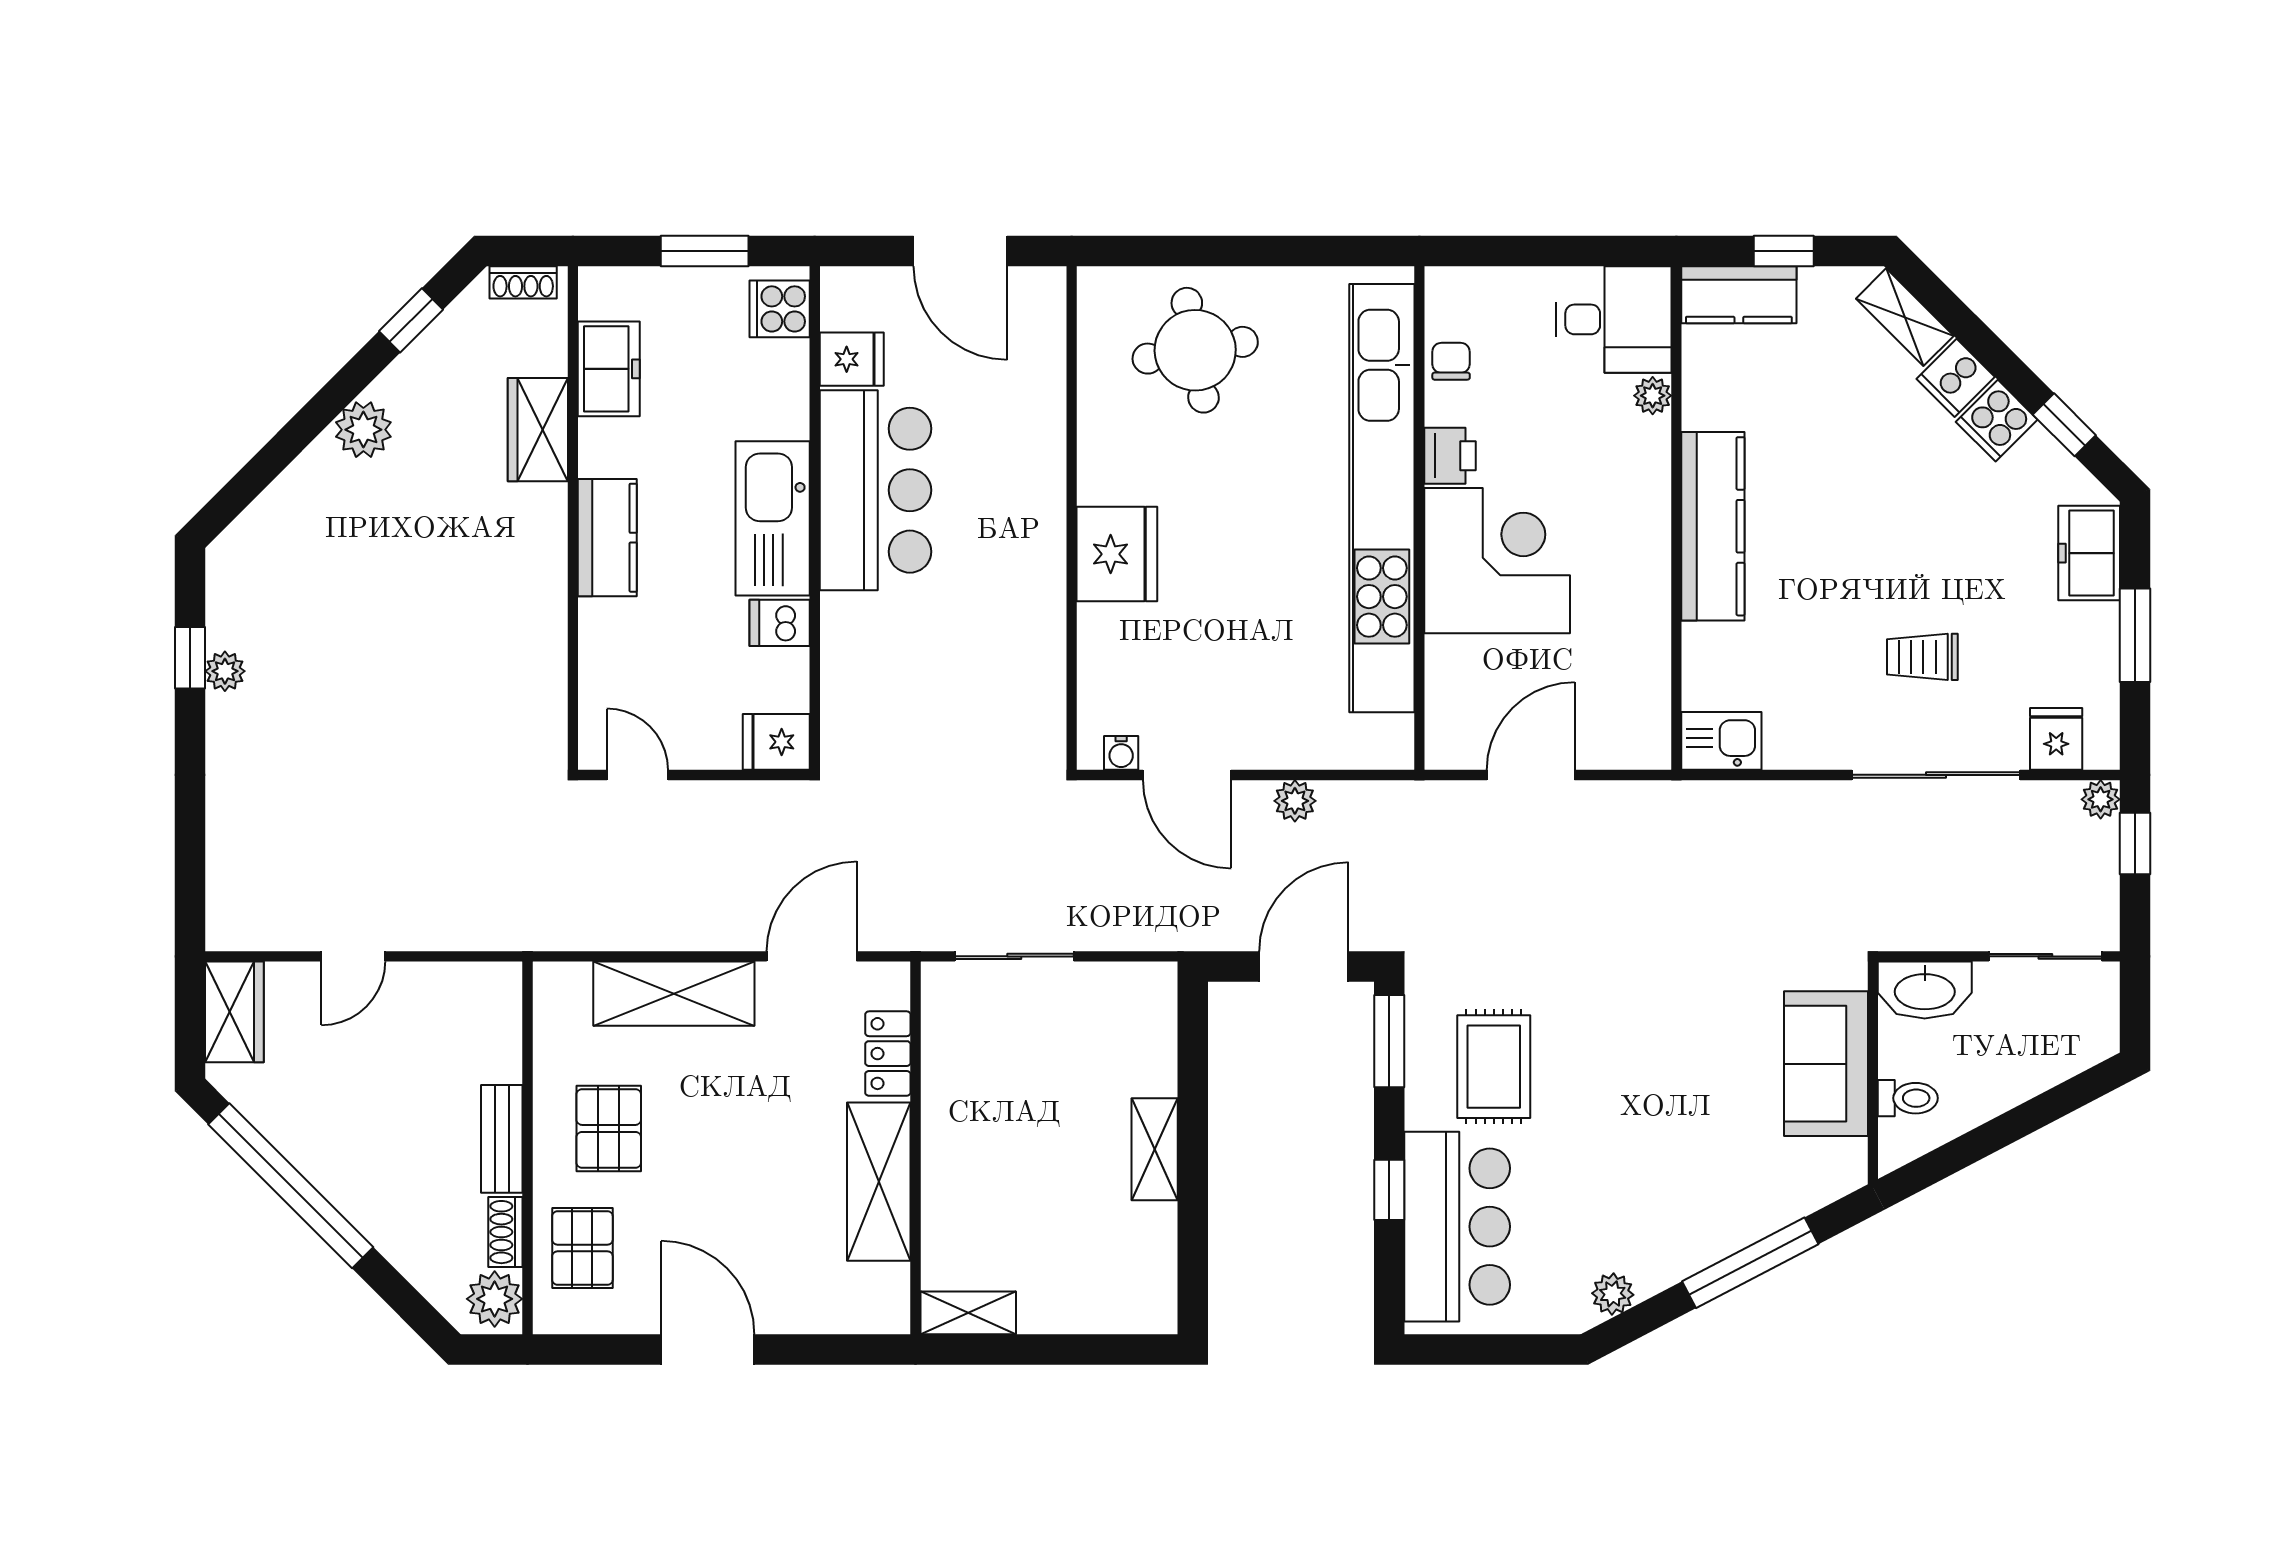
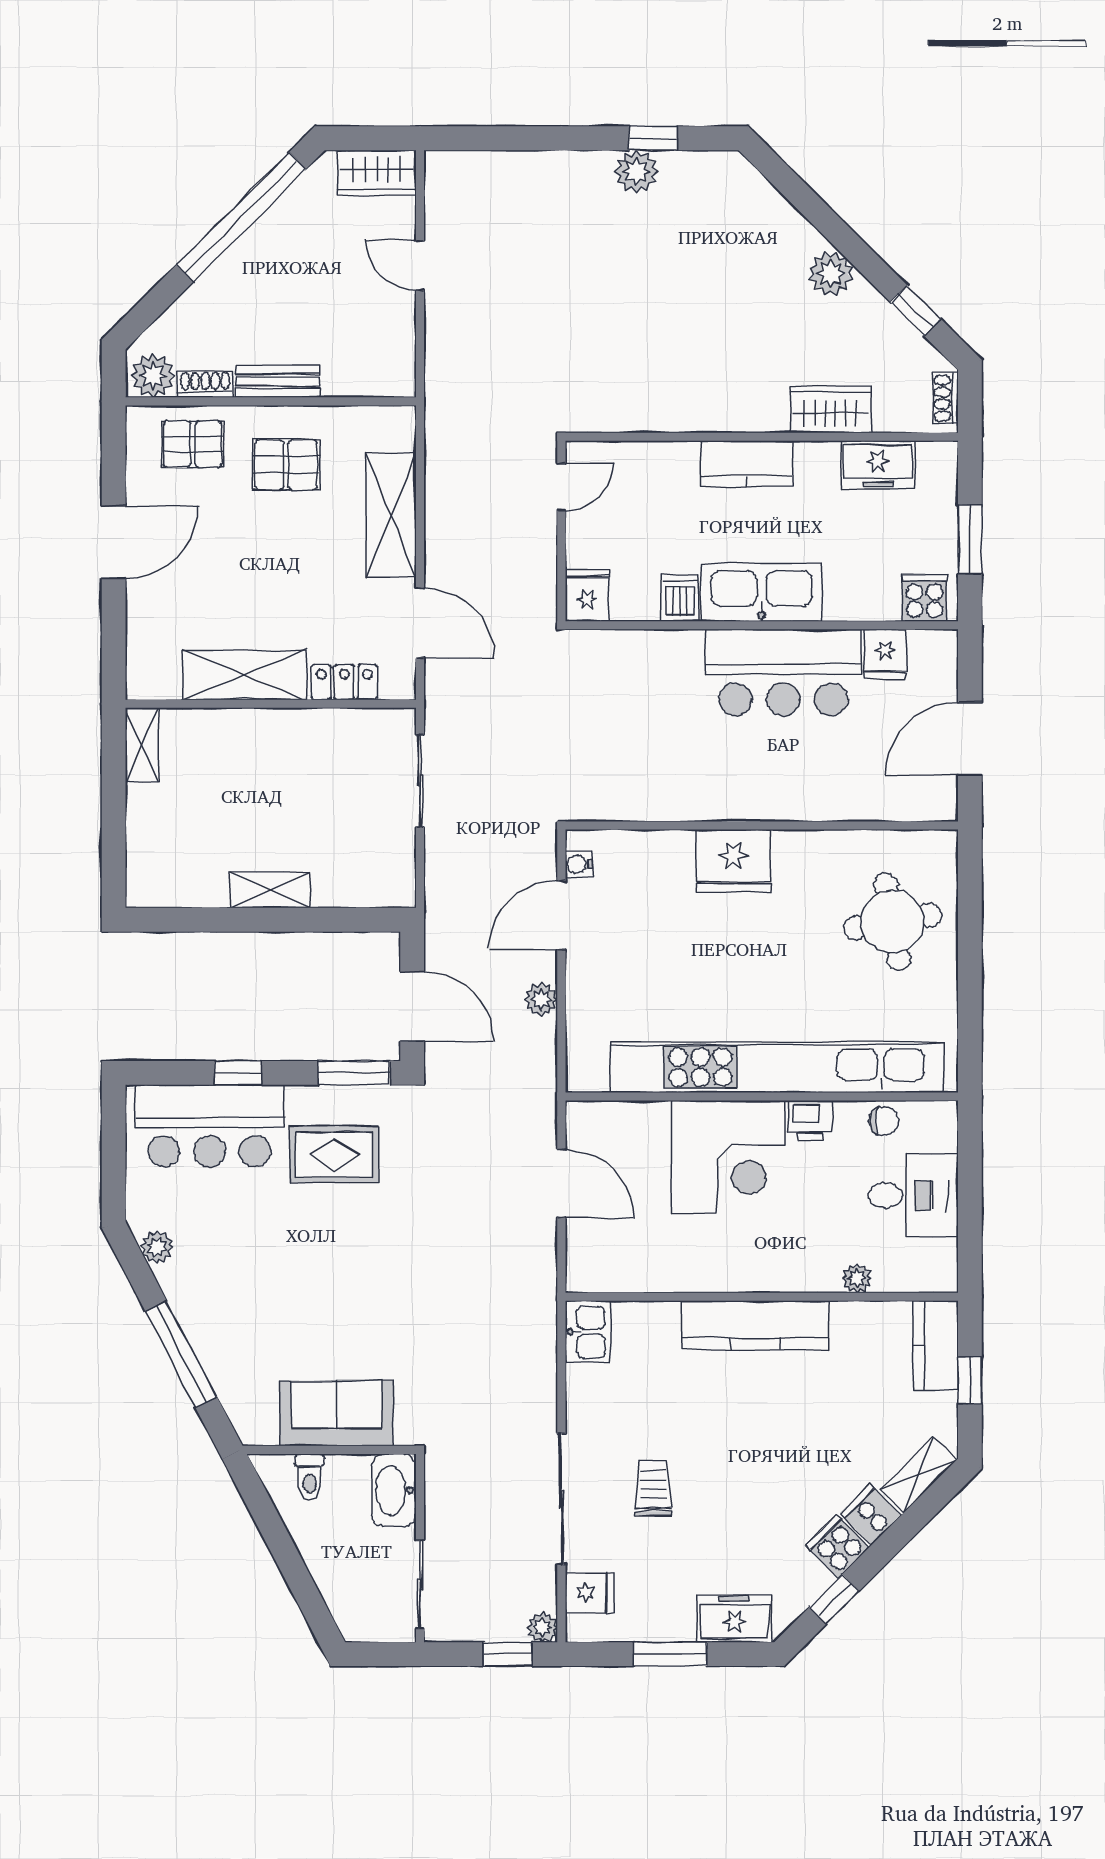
desk: (1614, 319) -> (913, 1195), moved, turned -90
plant: (225, 671) -> (636, 171), width x1.38, depth x1.38

